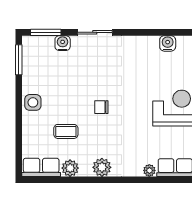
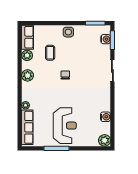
water cooler: (63, 43) -> (106, 39), moved

